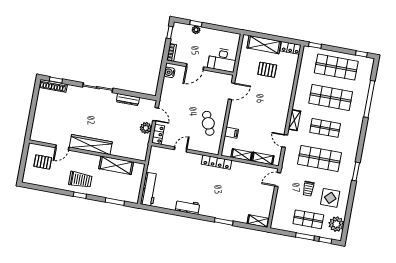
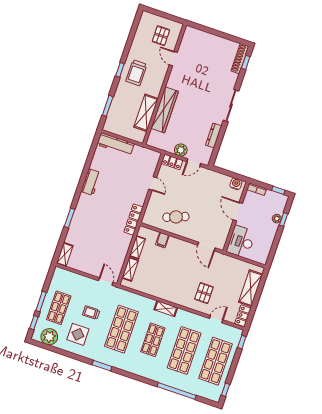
pallet: (267, 70) -> (204, 293), moved
door: (285, 141) -> (216, 319), moved
wardrobe: (91, 145) -> (165, 110), moved

